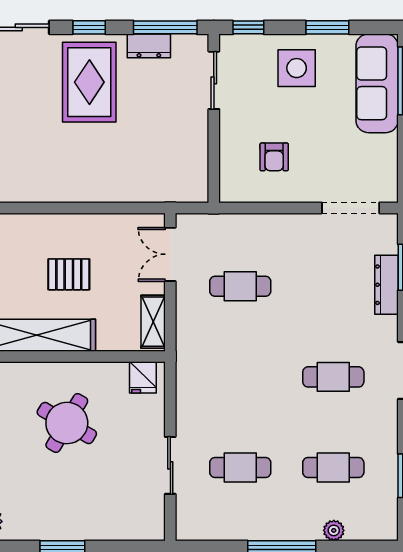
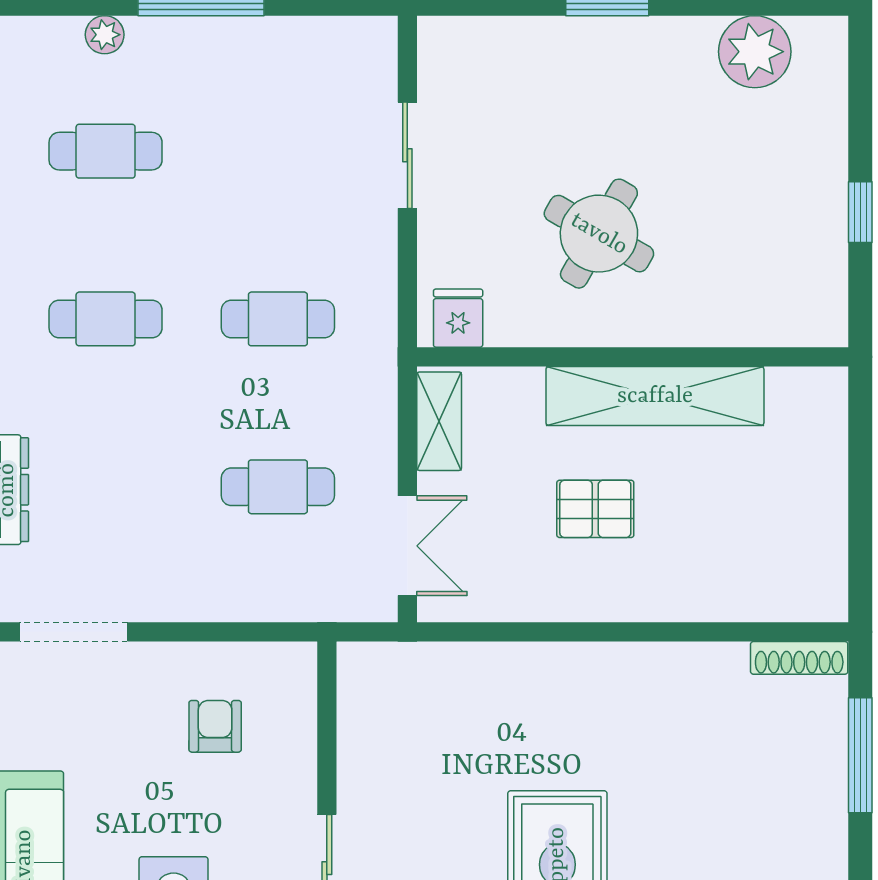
cafe table: (240, 468) -> (278, 319), moved

